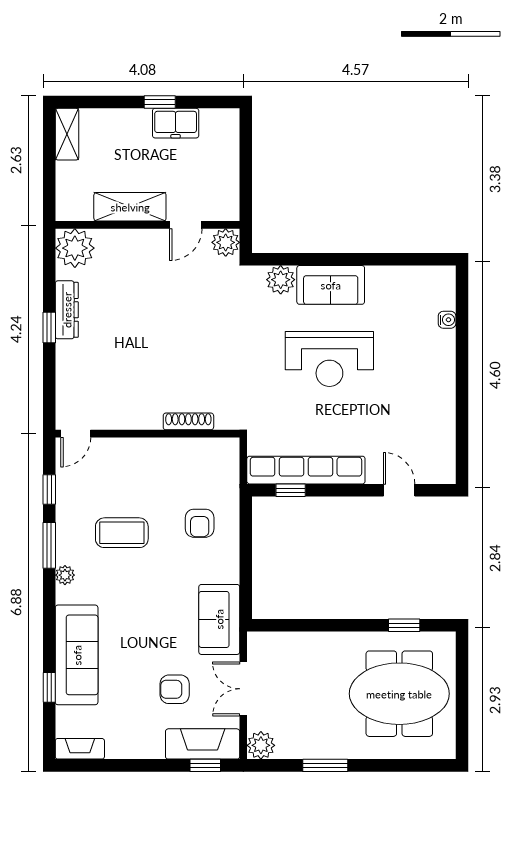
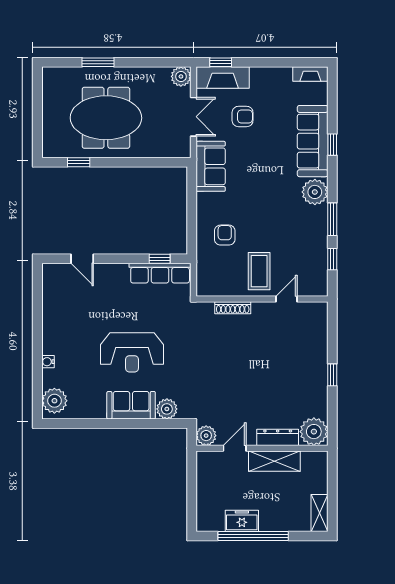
window: (160, 102) -> (253, 536), width x3.17
plant: (438, 291) -> (54, 401), added
dresser: (67, 310) -> (278, 437), moved, turned 90
water cooler: (447, 320) -> (48, 362), moved
reception desk: (329, 359) -> (132, 352), turned 180
door: (76, 434) -> (286, 299), moved
row of seats: (306, 470) -> (160, 273), width x0.73
coffee table: (122, 533) -> (259, 271), moved, turned 90
plant: (65, 575) -> (315, 192), width x1.88, depth x1.88
window: (49, 687) -> (332, 145), moved
meeting table: (399, 694) -> (106, 118), moved
window: (325, 765) -> (98, 62), moved

